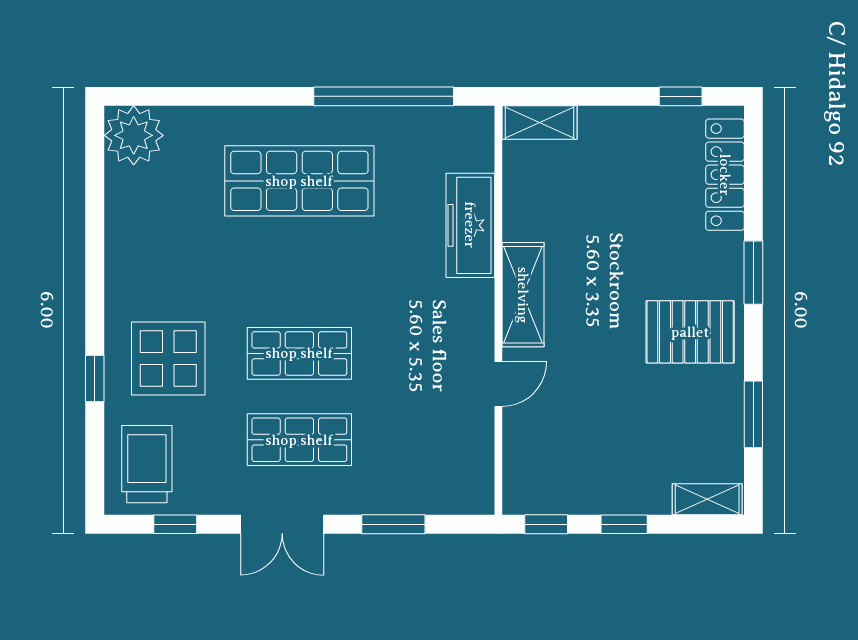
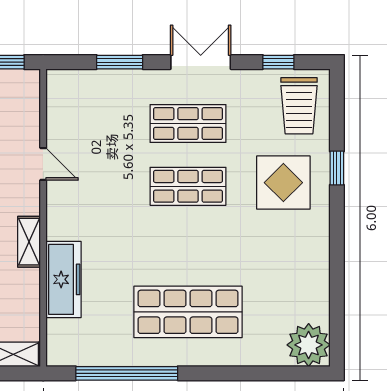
shelving: (523, 295) -> (29, 242), width x0.67, depth x0.75
door: (498, 384) -> (43, 164), swing flipped

